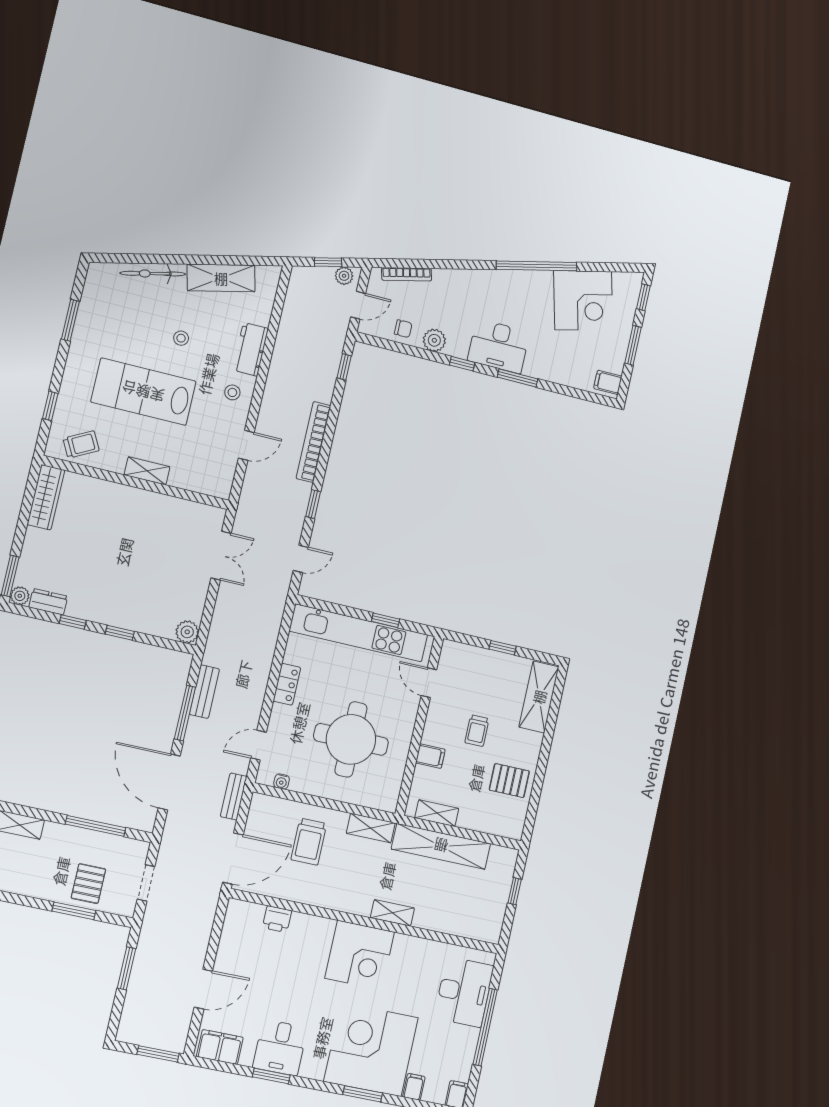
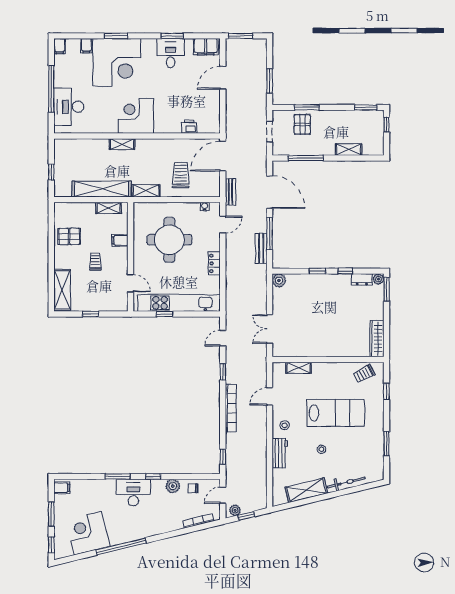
shelving: (147, 471) -> (299, 368), moved

